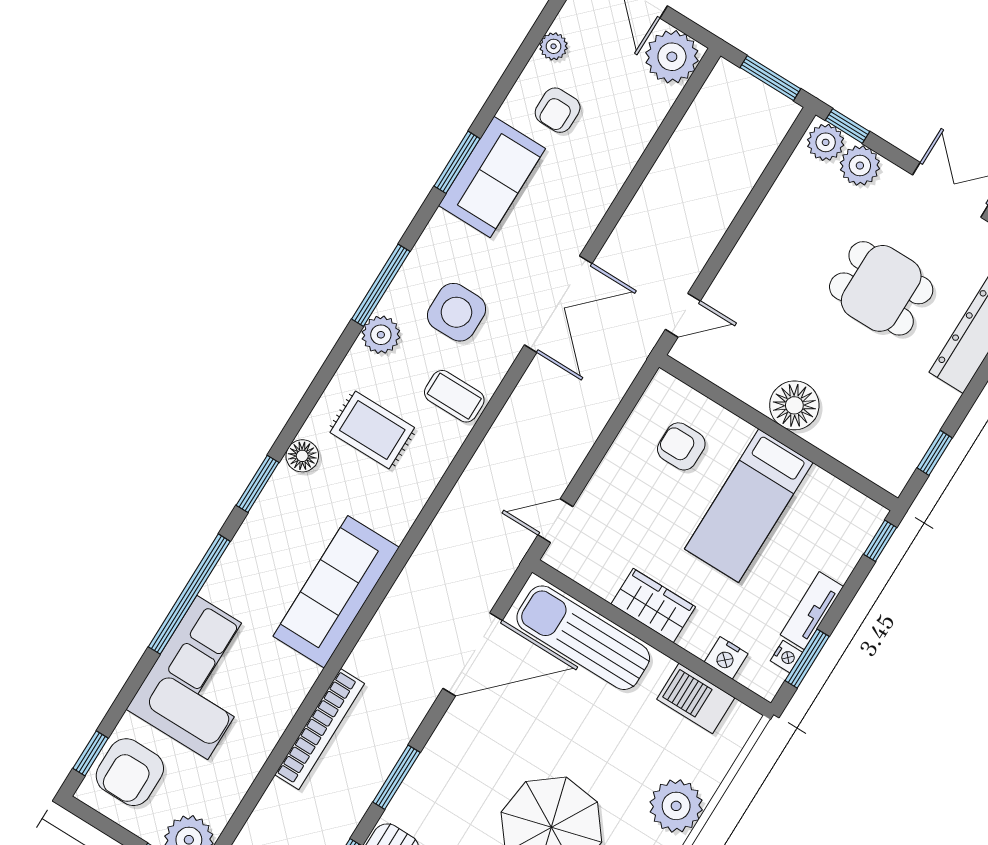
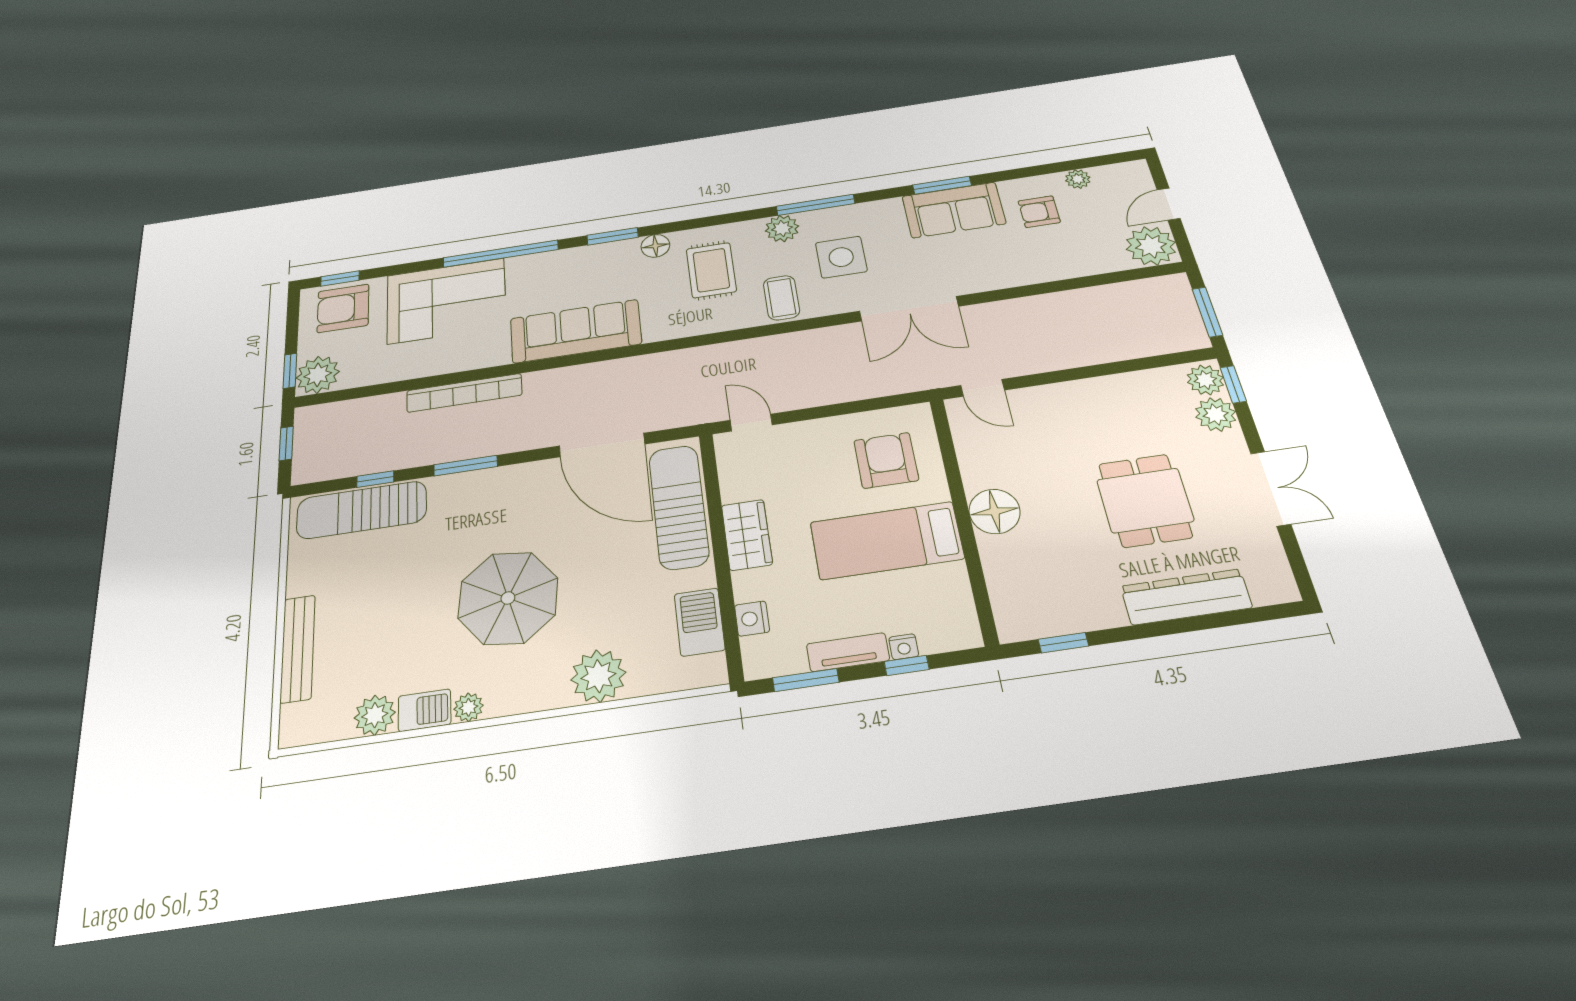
armchair: (681, 446) -> (886, 460), width x1.38, depth x1.38
window: (880, 541) -> (907, 665), moved
nightstand: (786, 657) -> (904, 647), moved

